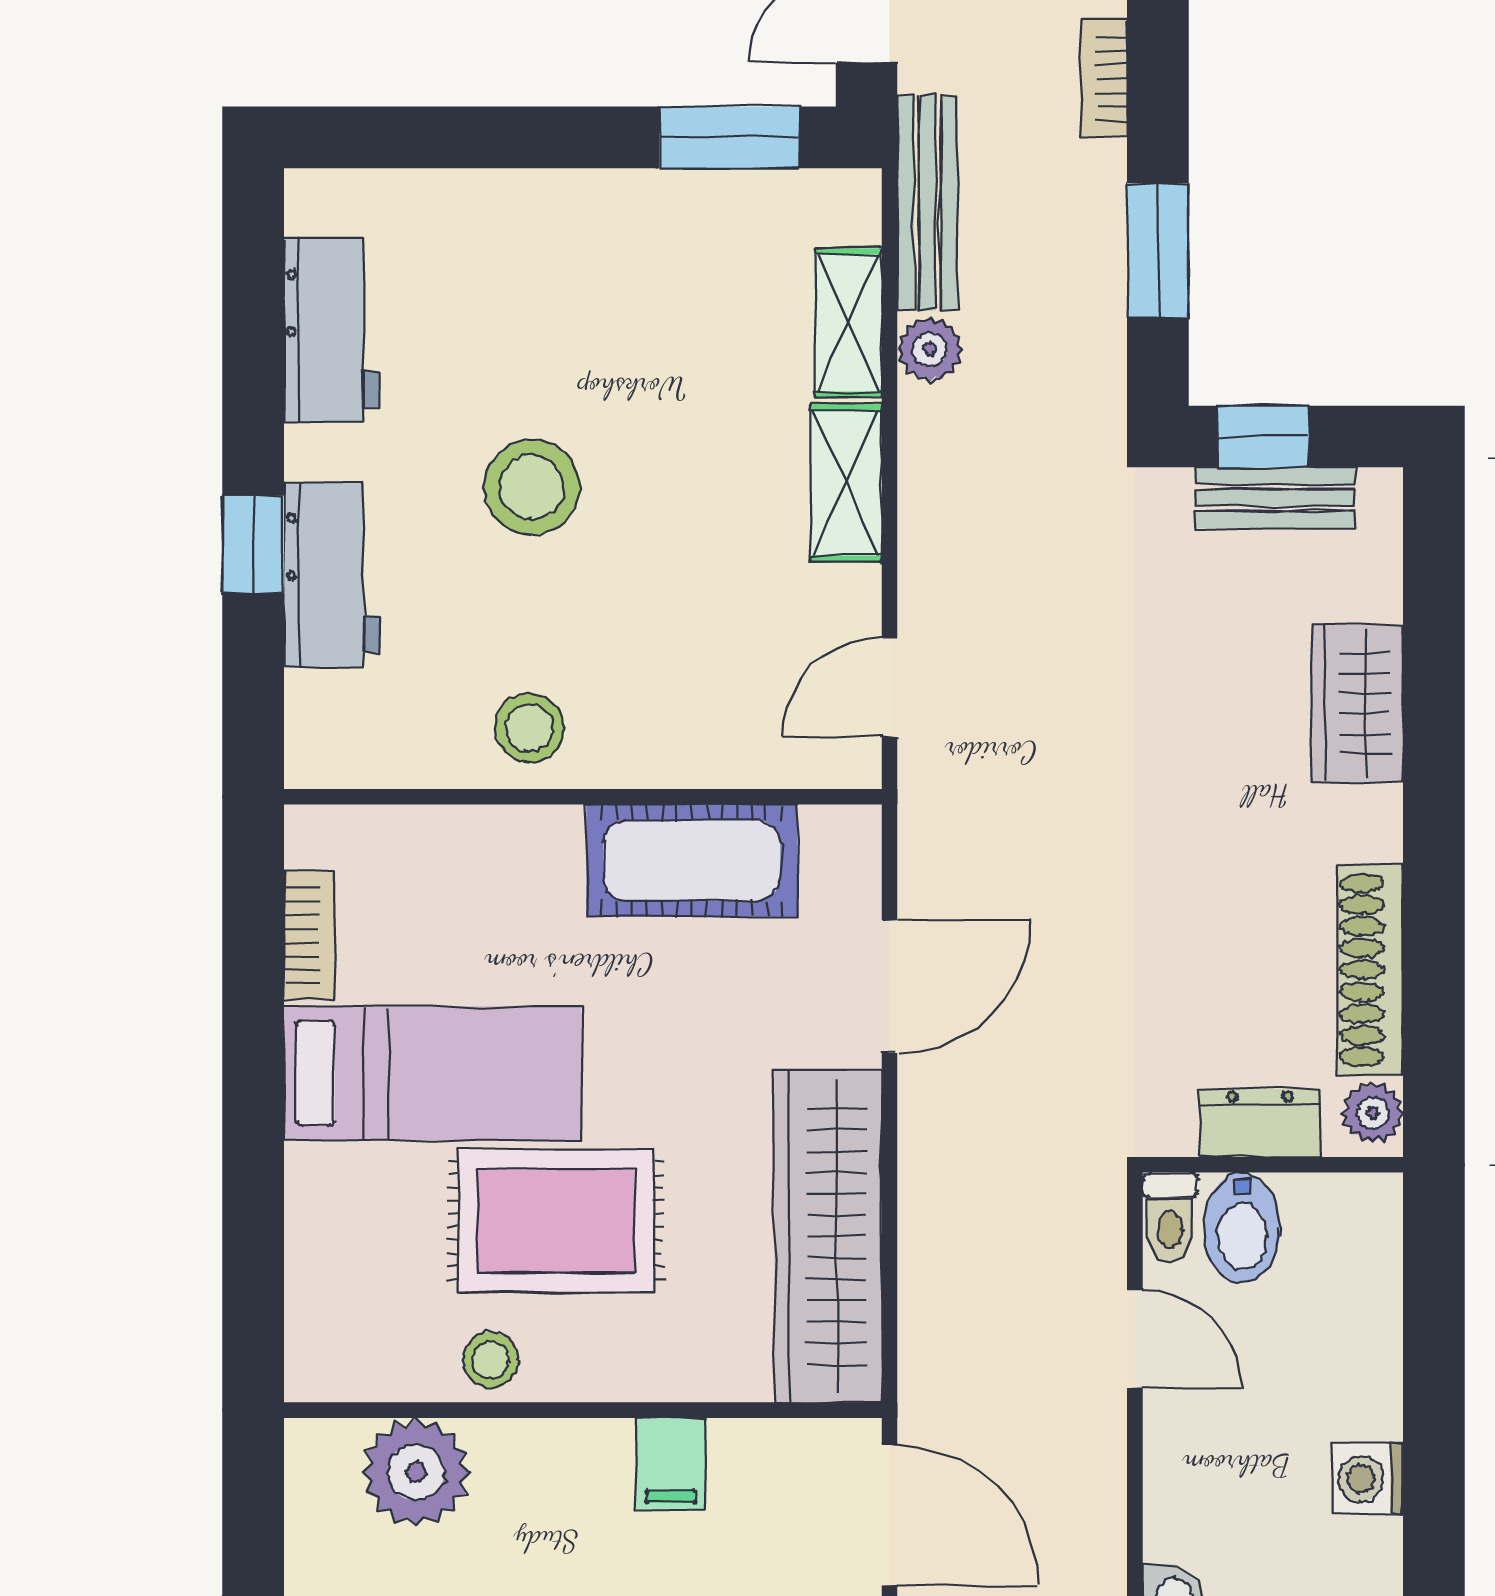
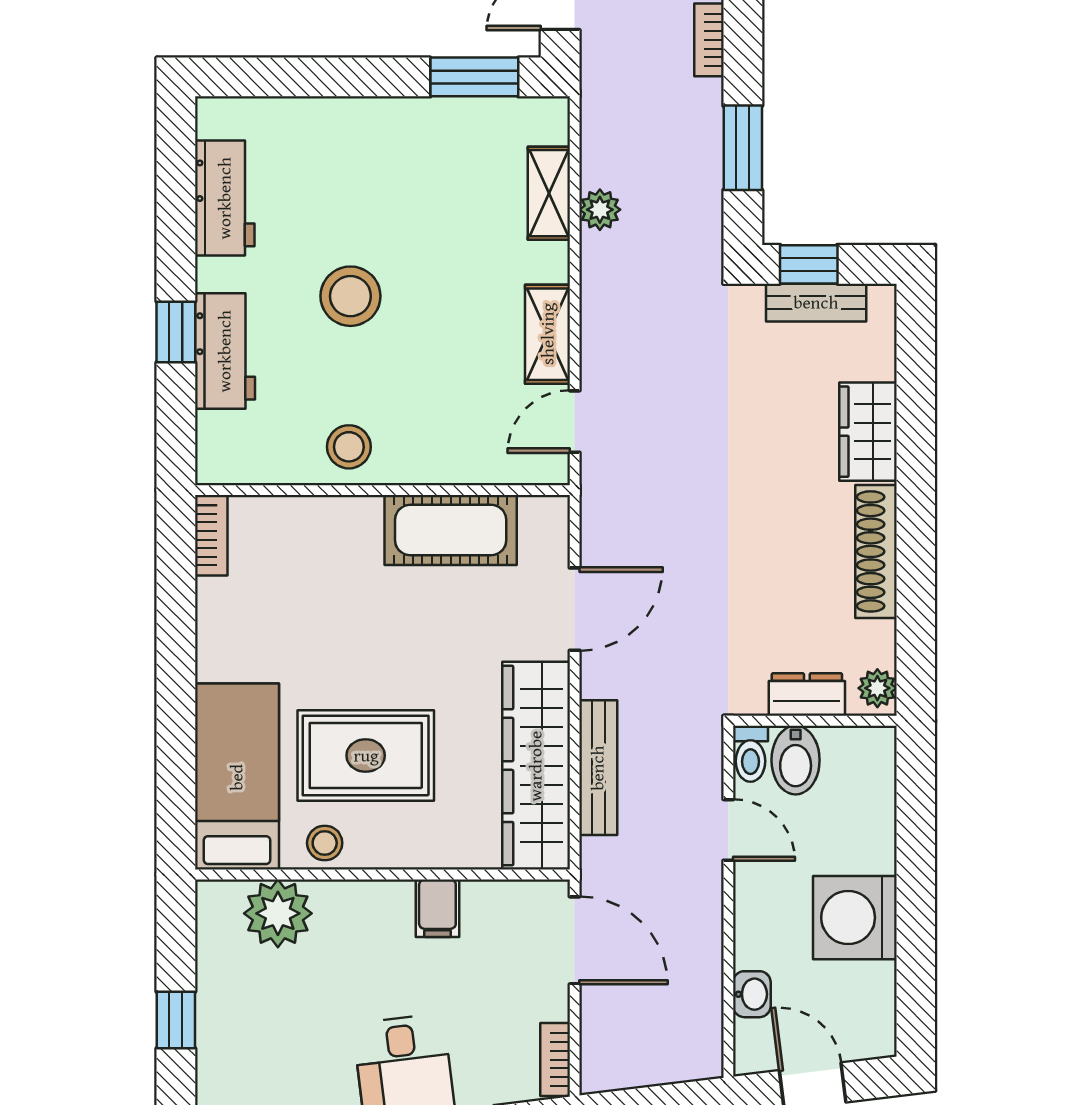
bench: (927, 203) -> (598, 768), moved
shelving: (846, 483) -> (548, 334), moved
bookcase: (310, 936) -> (211, 535), moved
shoe rack: (1370, 970) -> (876, 551), moved
bed: (432, 1073) -> (237, 777), moved, turned -90
washing machine: (1368, 1479) -> (855, 918), width x1.89, depth x1.89

